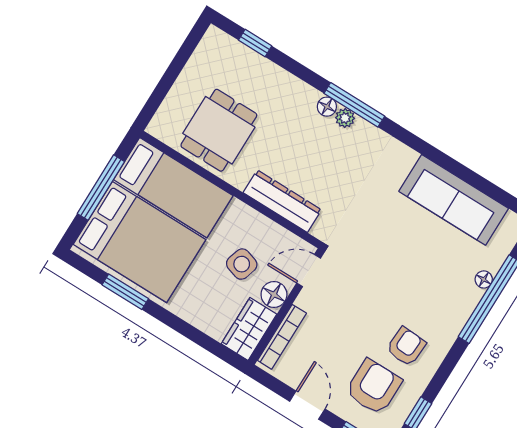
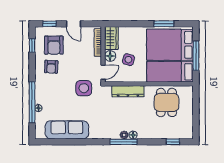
side table: (367, 263) -> (84, 88), added

